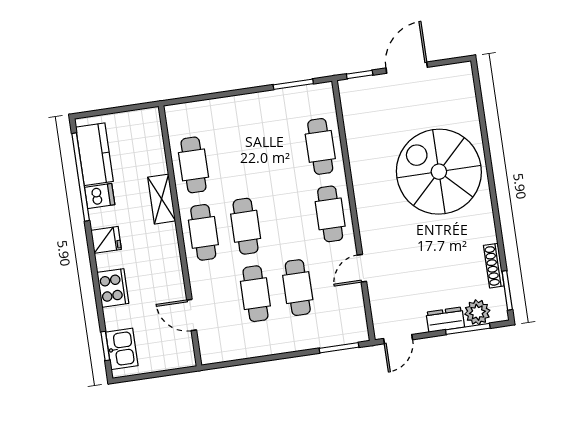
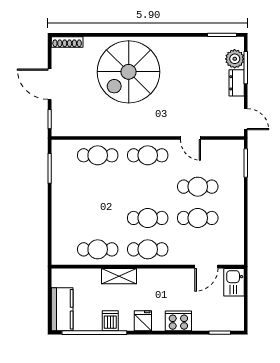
kitchen counter: (95, 154) -> (62, 309), moved, turned 90
shoe rack: (494, 266) -> (67, 42), moved
kitchen sink: (122, 349) -> (234, 282), moved, turned -90

